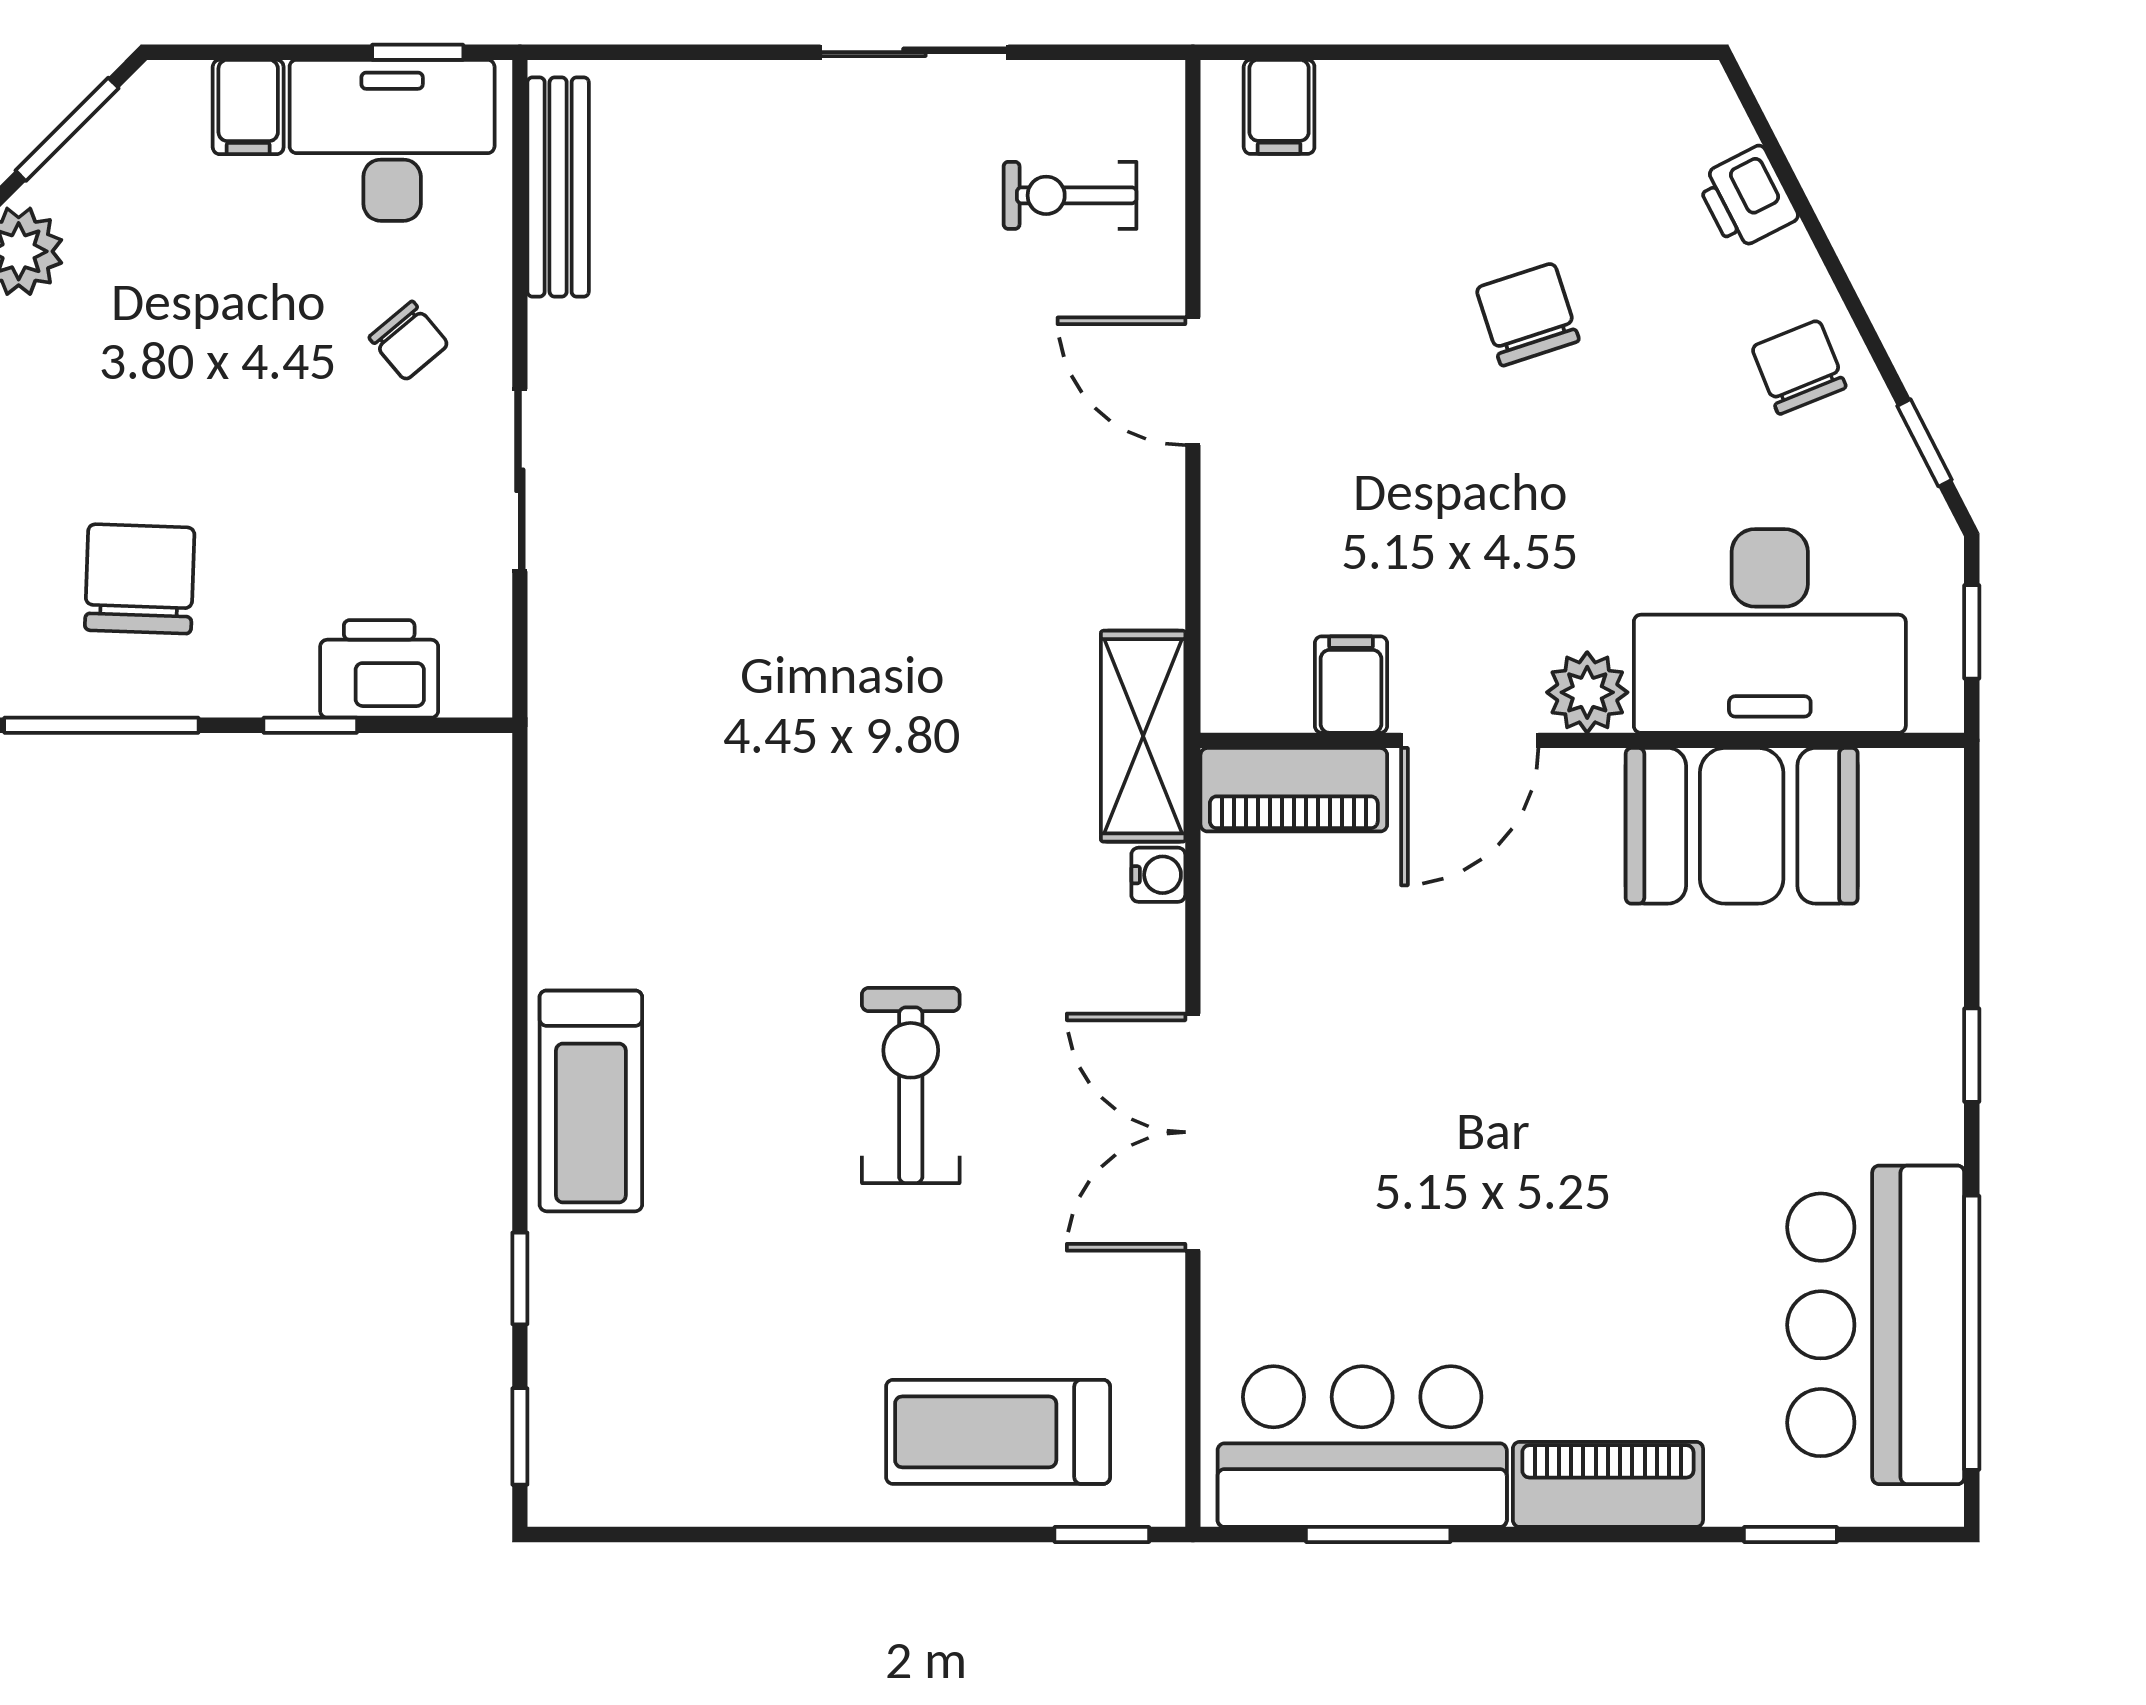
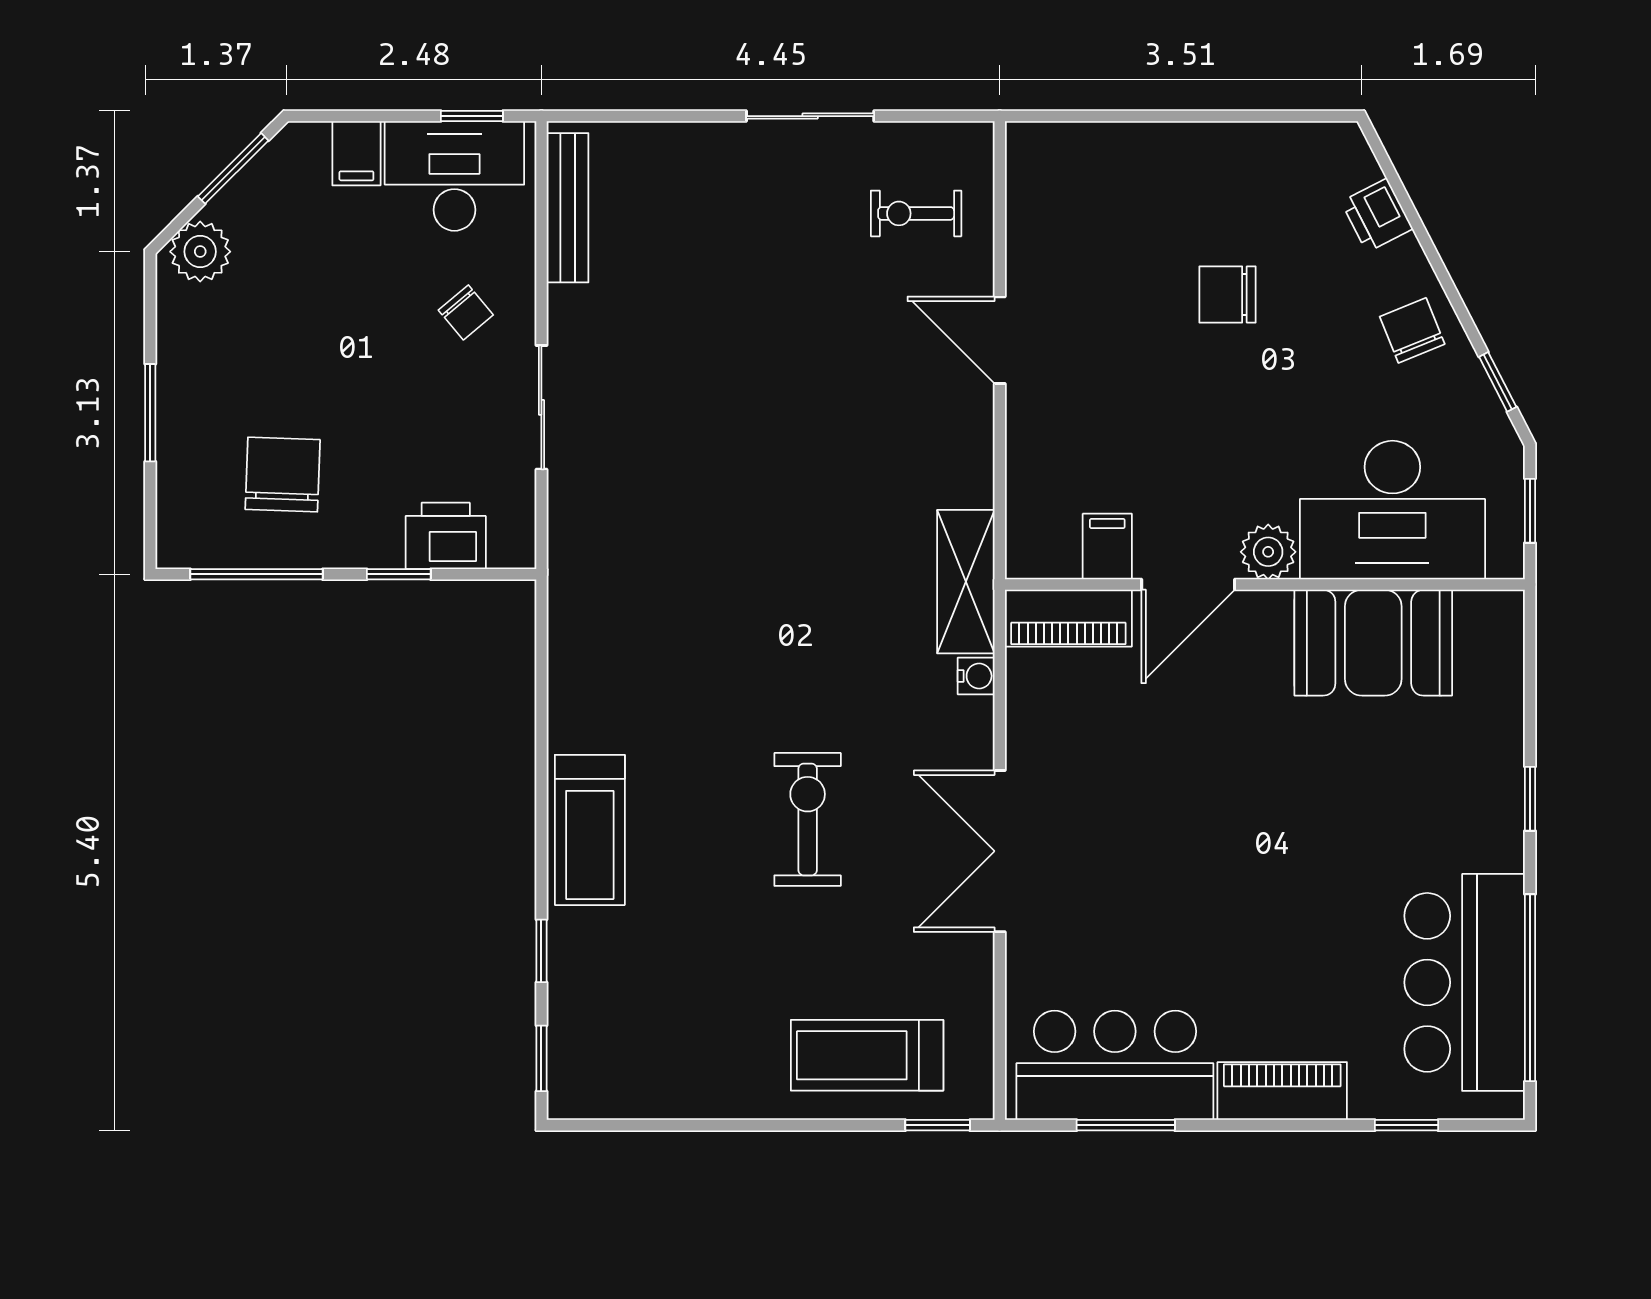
filing cabinet: (1279, 107) -> (1058, 153), removed
chair: (1528, 314) -> (1228, 294), turned -72

